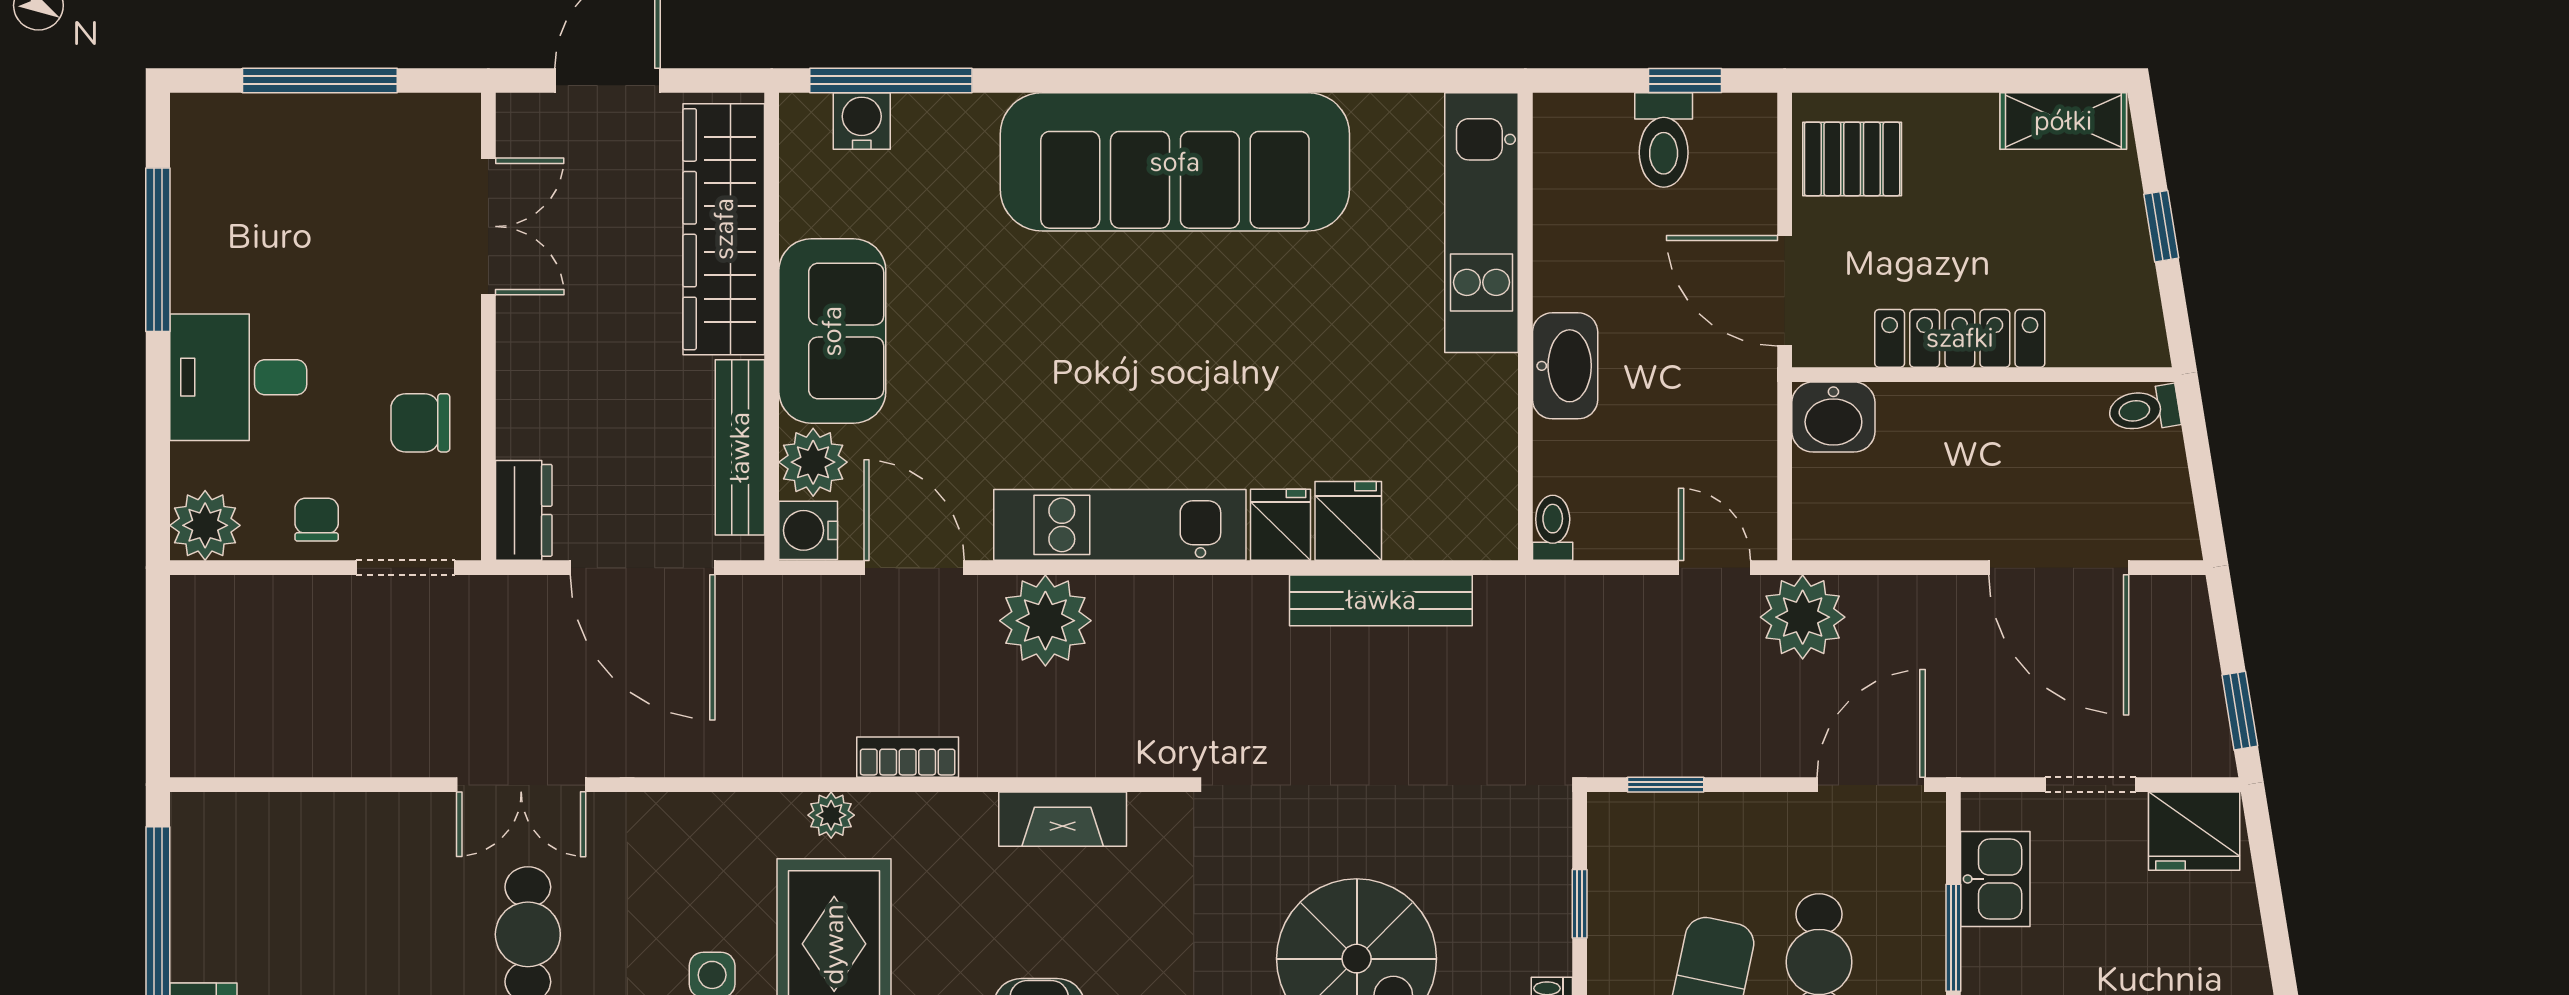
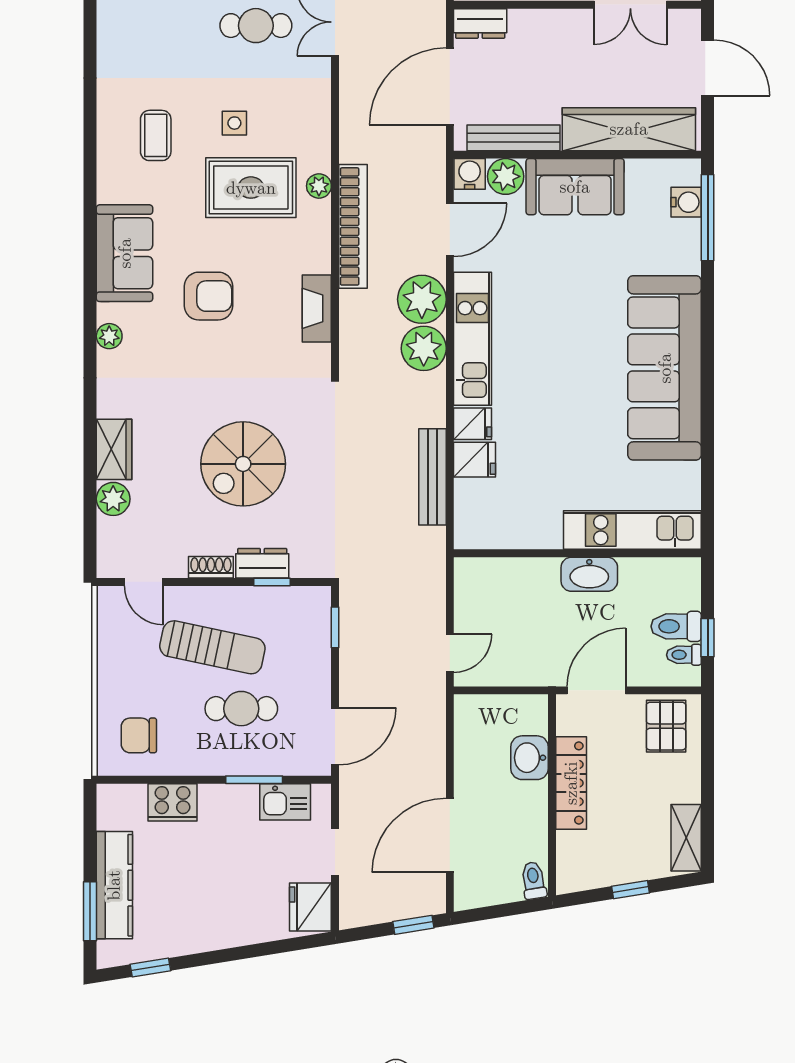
washbasin: (1565, 366) -> (589, 574), moved
washbasin: (1833, 417) -> (530, 758), moved
toilet: (1553, 528) -> (684, 655), moved, turned 180
plant: (1803, 617) -> (424, 348), moved
window: (2240, 711) -> (413, 925), moved
bookcase: (908, 757) -> (353, 226), width x2.31, depth x1.31
door: (1871, 785) -> (335, 736), hinge flipped
dresser: (1544, 922) -> (262, 563), added

